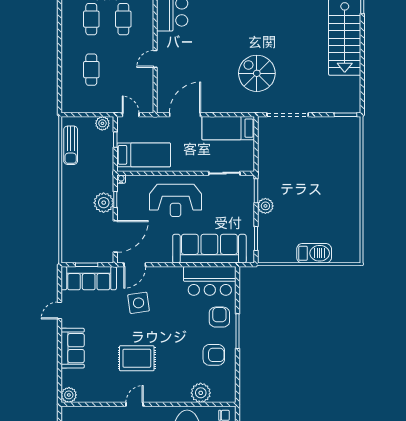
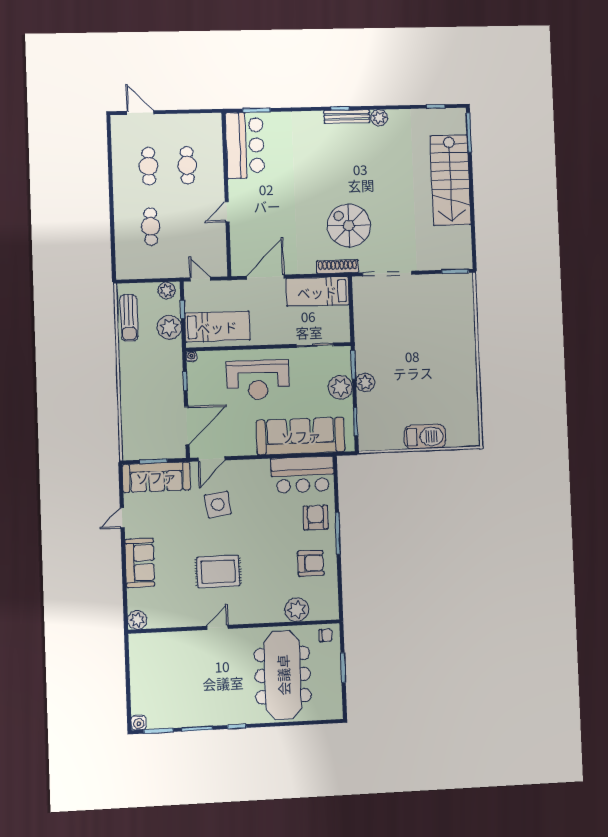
shoe rack: (246, 108) -> (337, 267), added
plant: (104, 203) -> (169, 327), moved
plant: (244, 209) -> (340, 387), added

